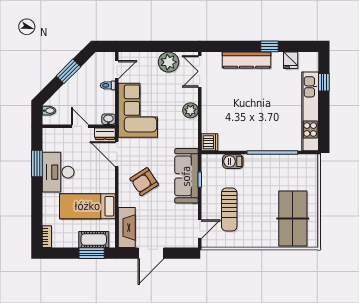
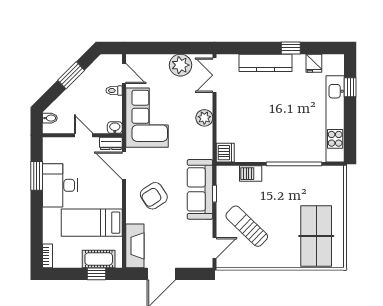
door: (117, 70) -> (124, 74), hinge flipped
sun lounger: (229, 209) -> (247, 226), turned 134
window: (92, 253) -> (96, 274), width x0.67

